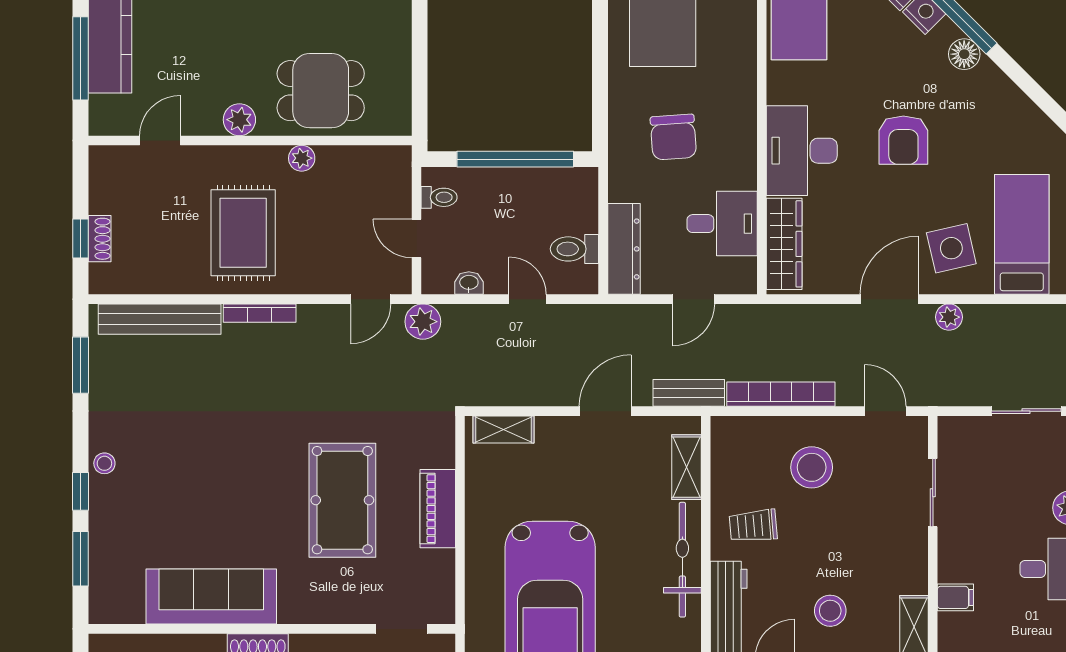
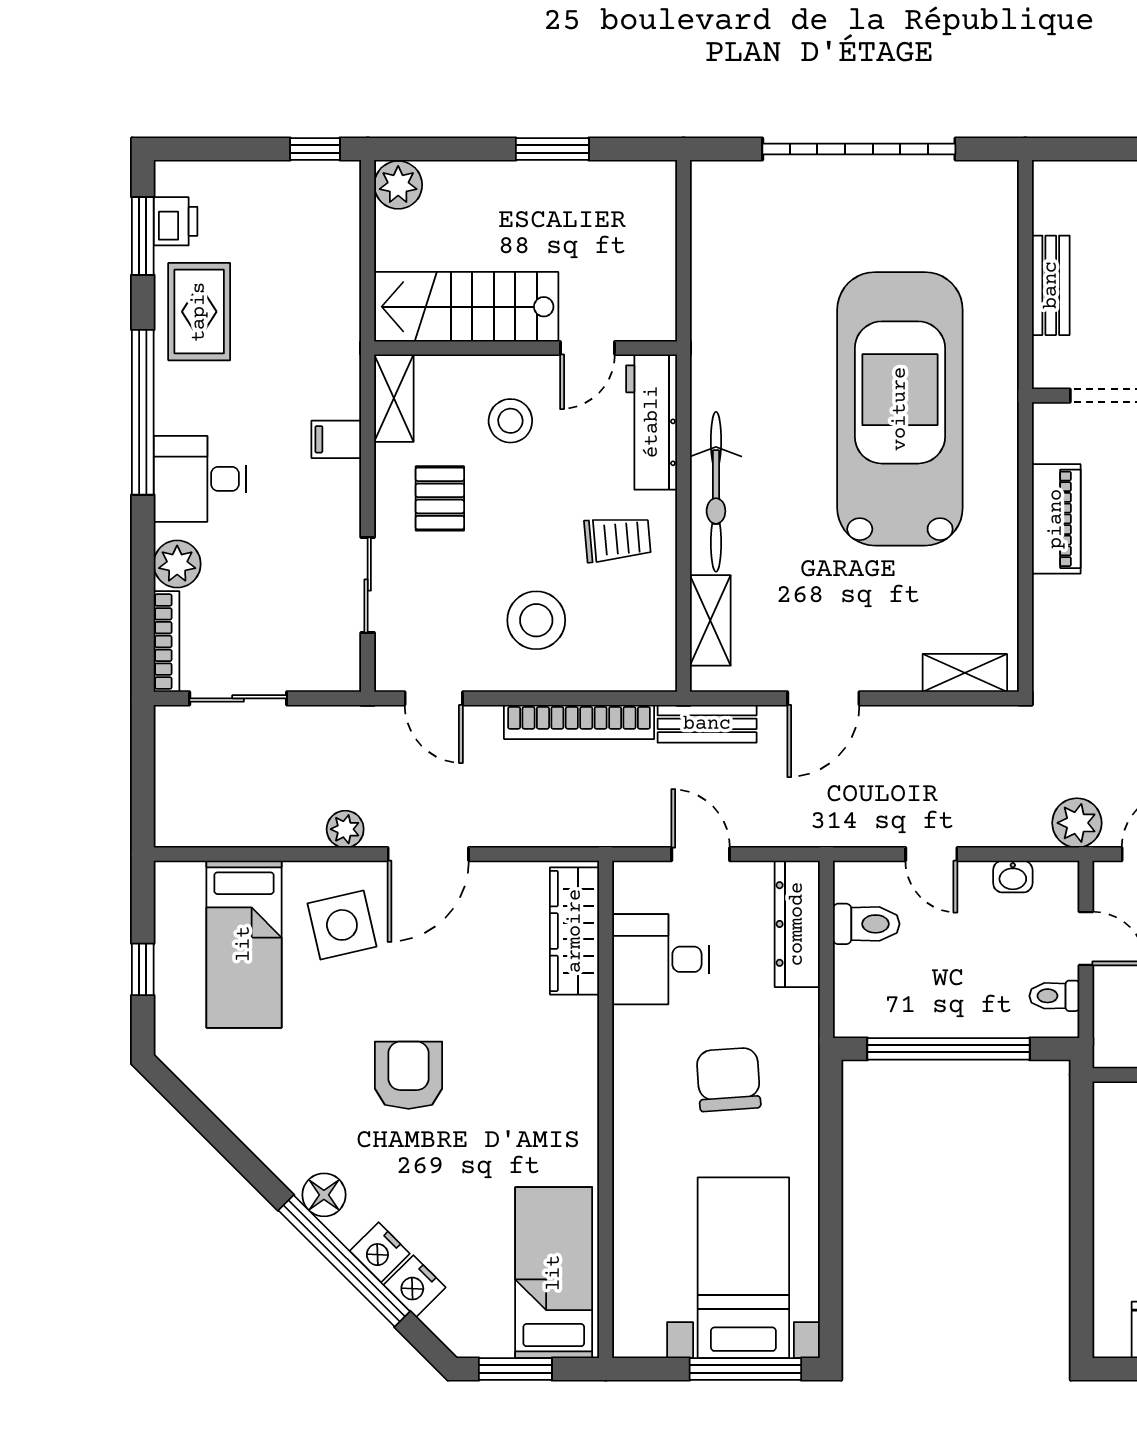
desk: (802, 151) -> (550, 1061), removed
door: (693, 299) -> (701, 854), hinge flipped
piano: (438, 509) -> (1056, 519), moved
pallet: (881, 555) -> (440, 498), added

